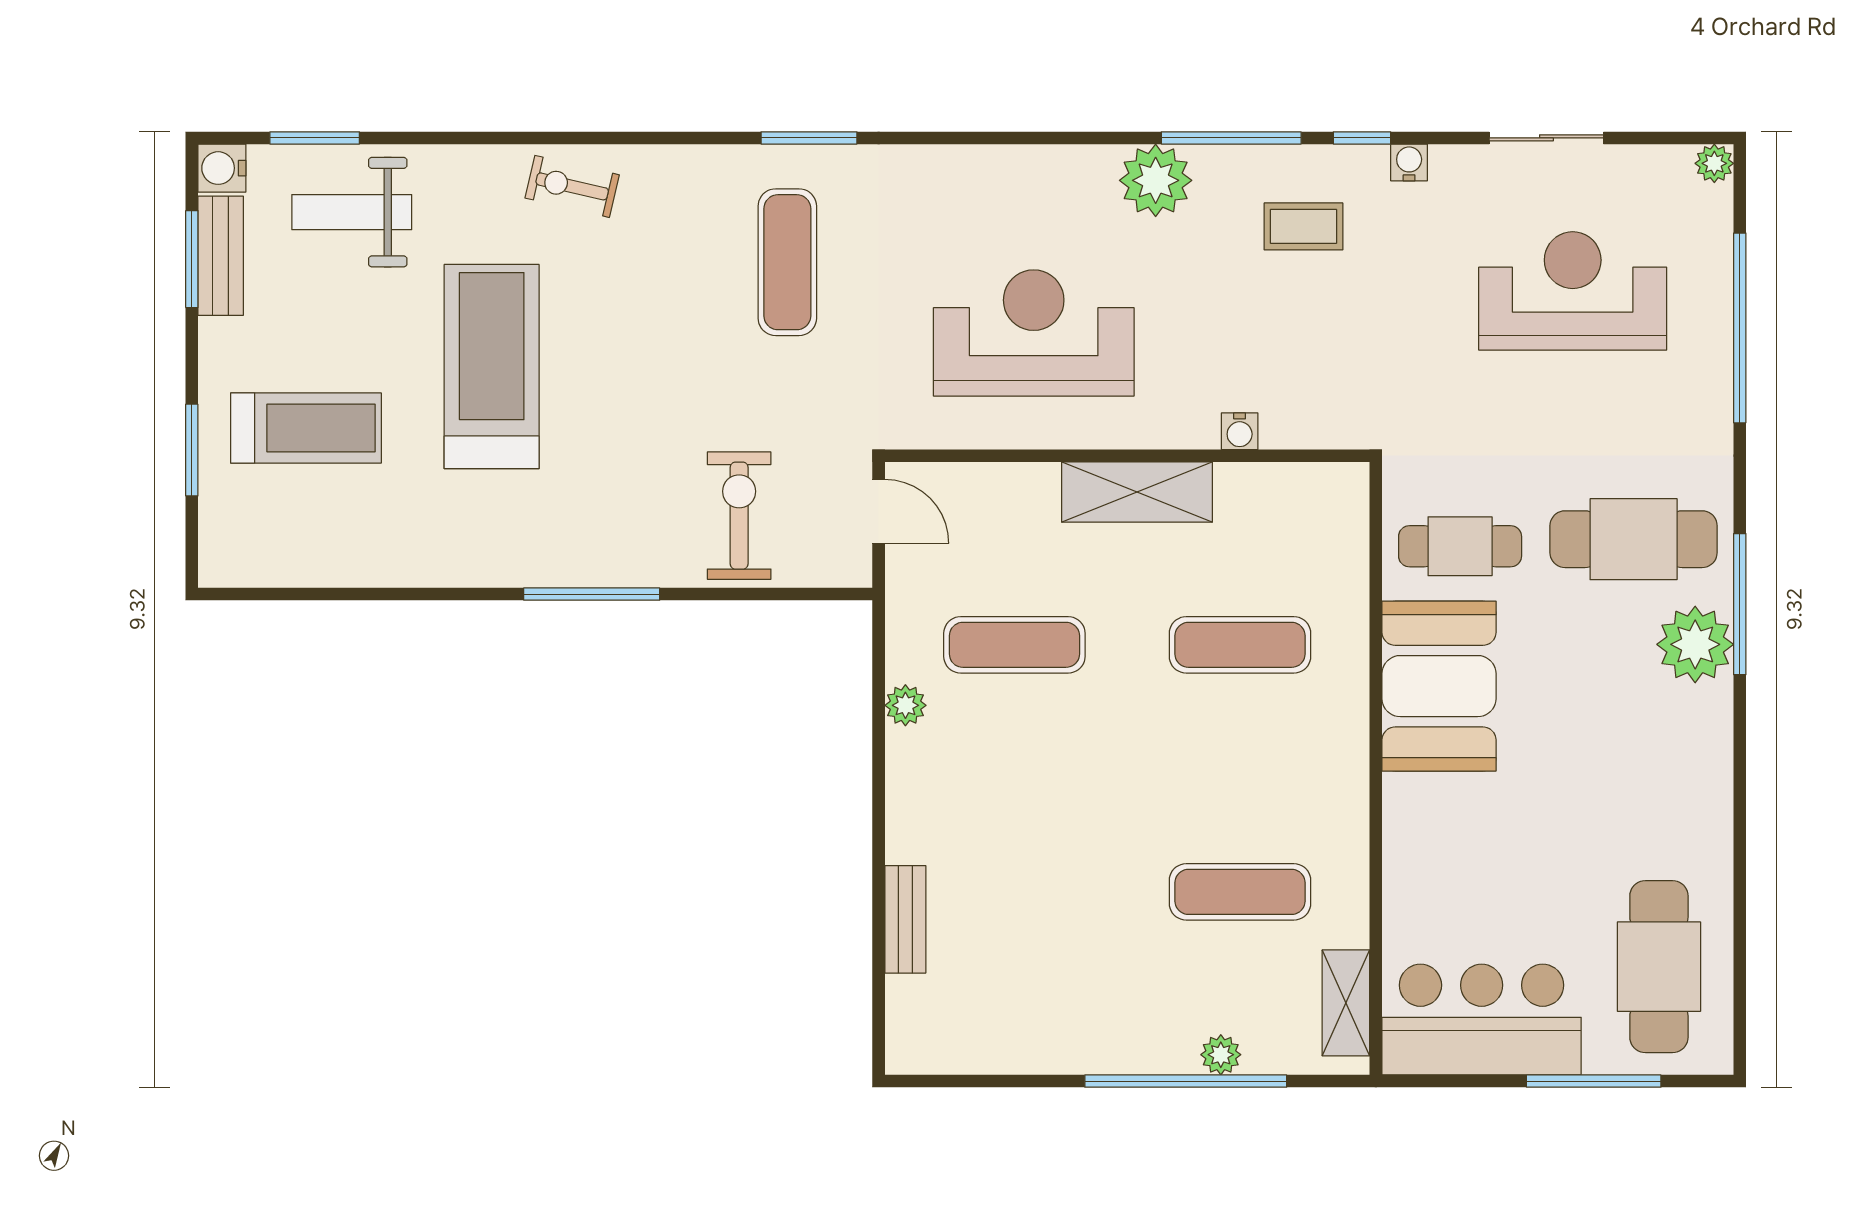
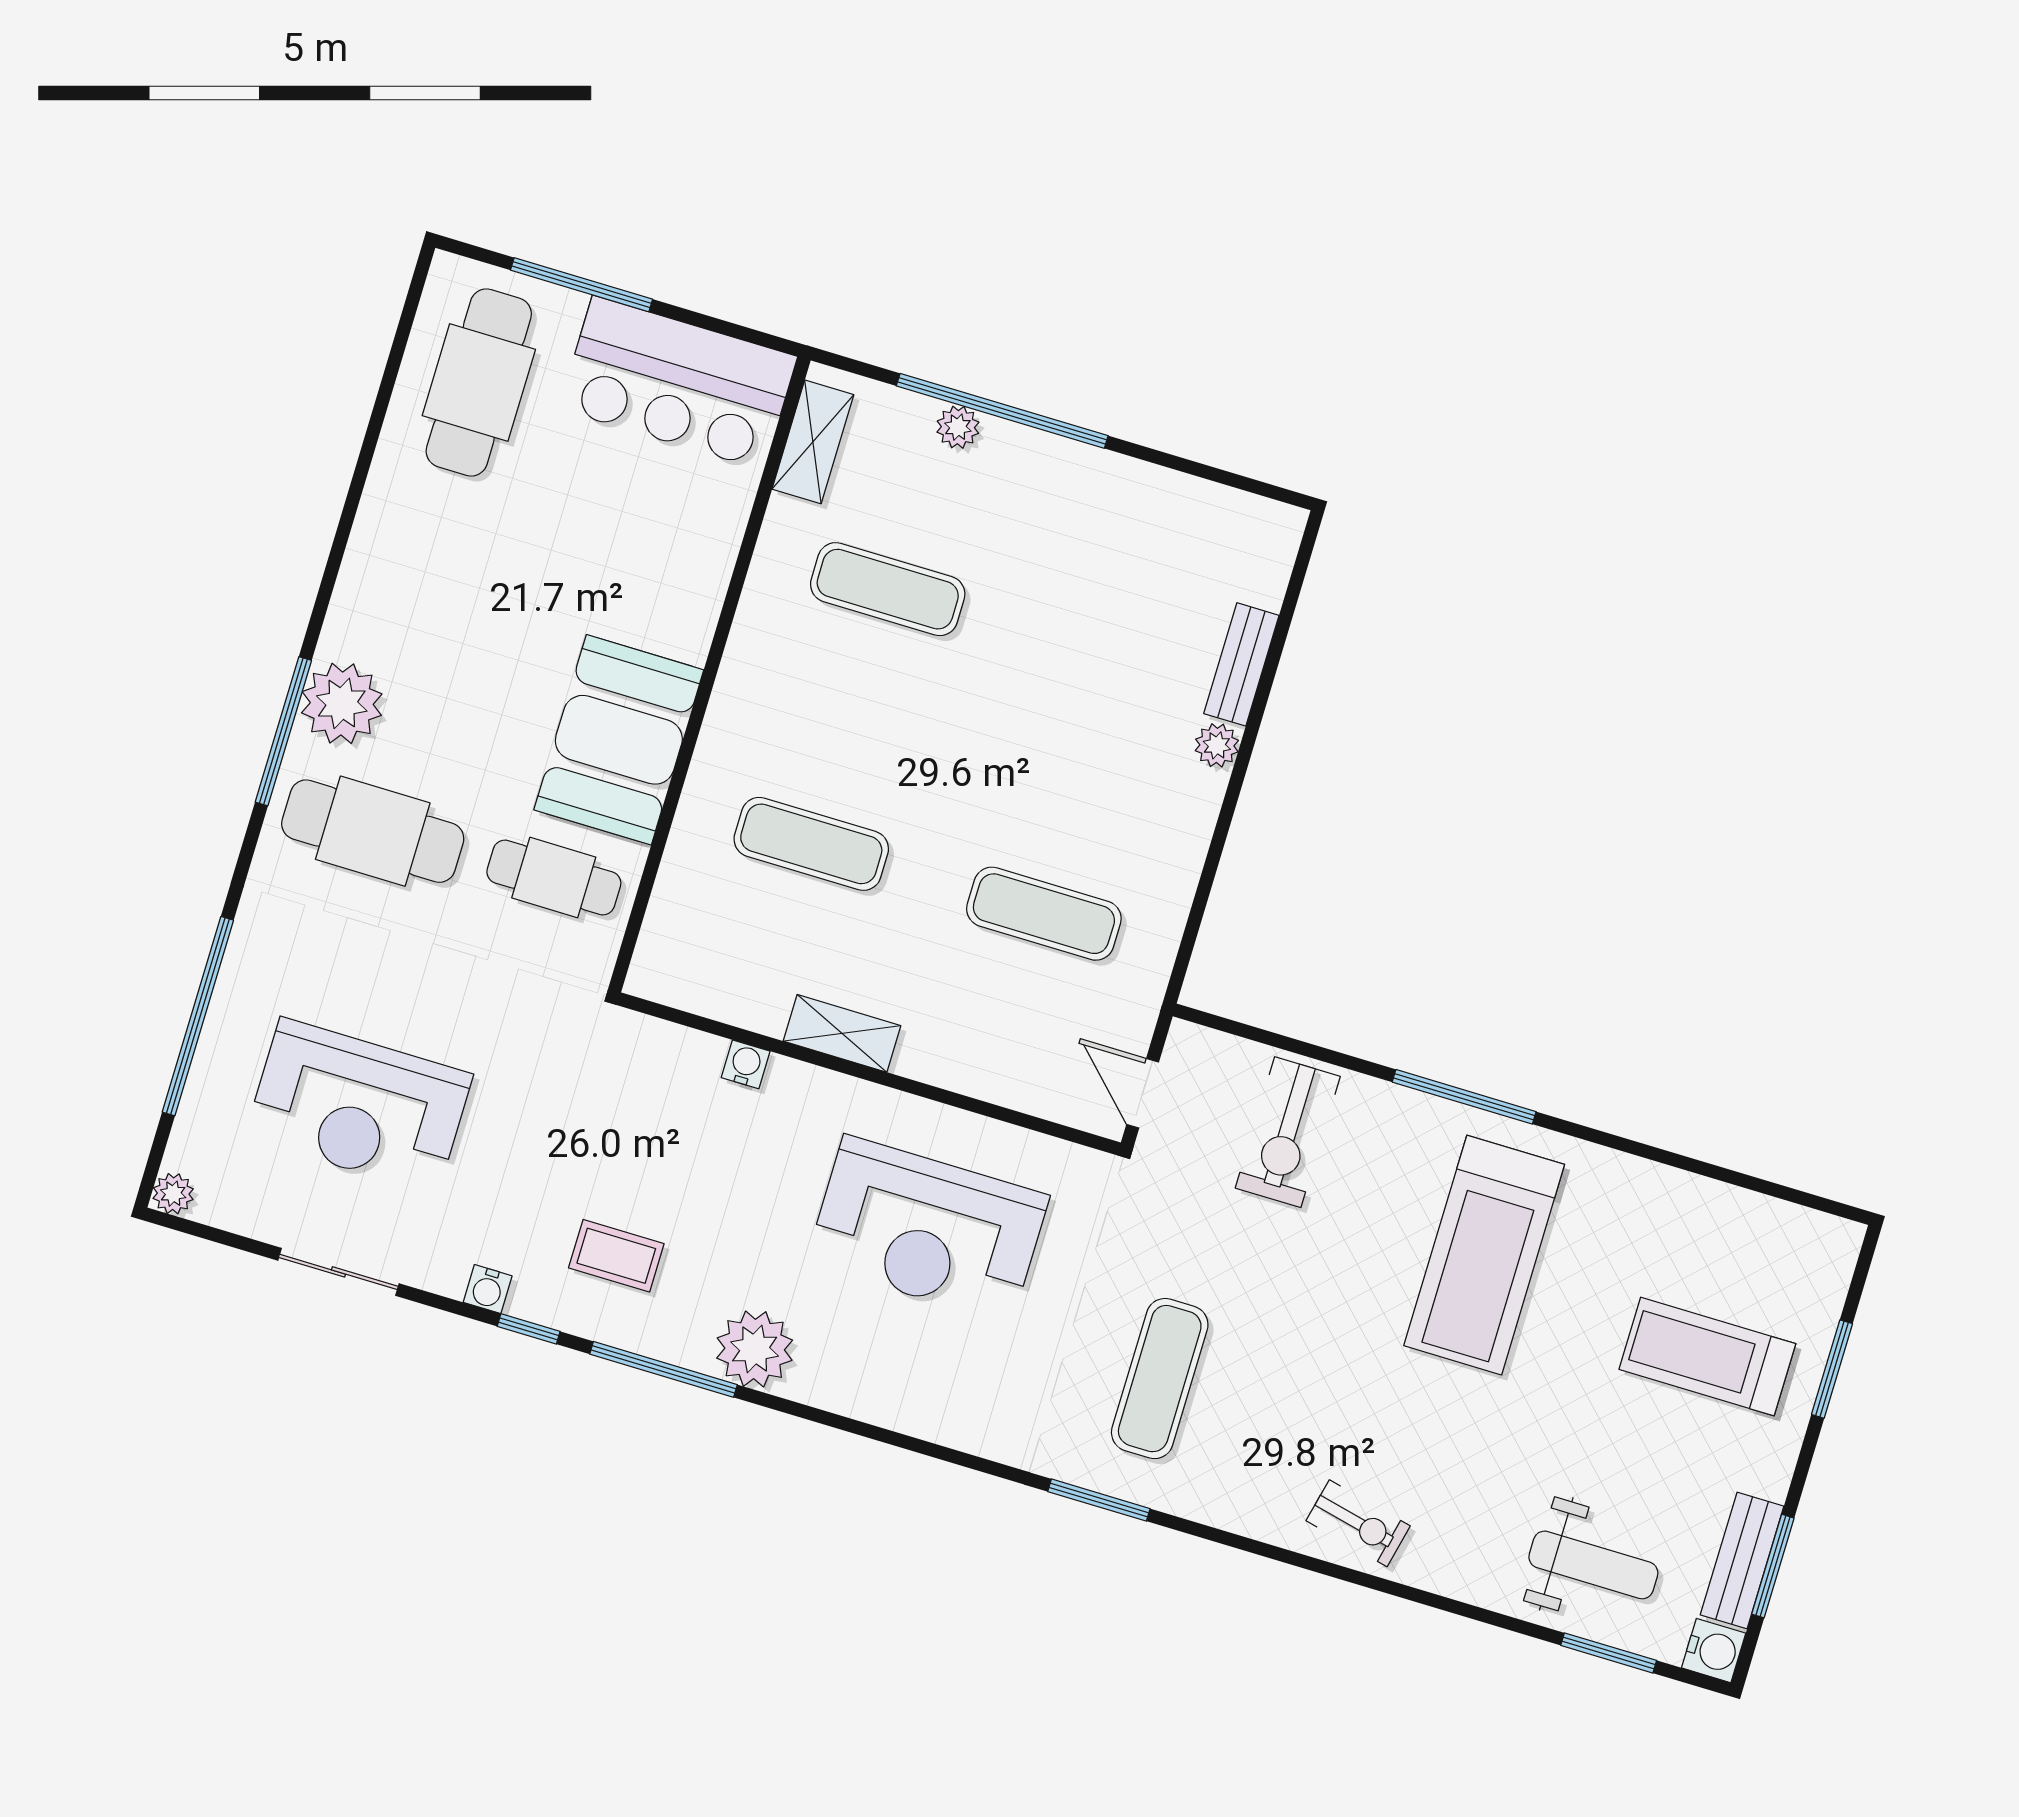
treadmill: (492, 367) -> (1484, 1255), moved
shelving: (1137, 492) -> (842, 1033), width x0.67, depth x0.75
plant: (905, 705) -> (1217, 745), moved

